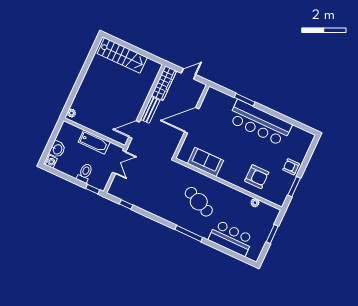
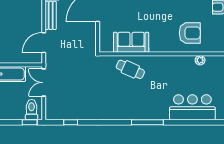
double door: (119, 162) -> (44, 83), swing flipped
toilet: (85, 173) -> (32, 110), moved
cafe table: (199, 202) -> (130, 69), moved, width x0.73, depth x0.74

